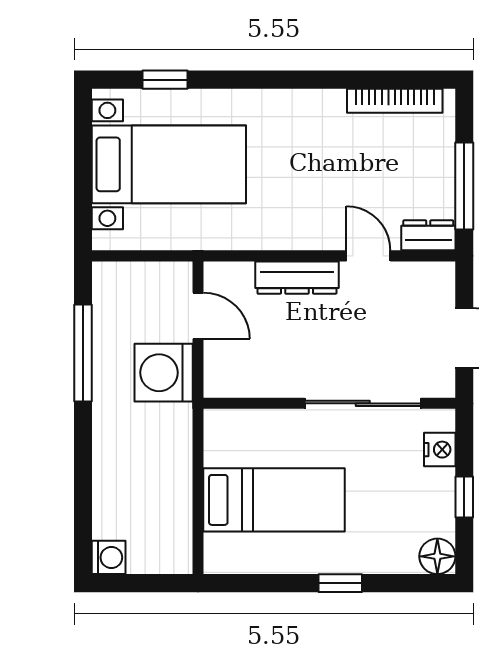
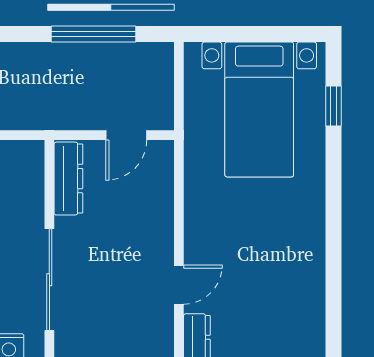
bookcase: (395, 101) -> (315, 308), removed
dresser: (297, 278) -> (68, 179), moved, turned 180
washing machine: (164, 373) -> (76, 105), removed

